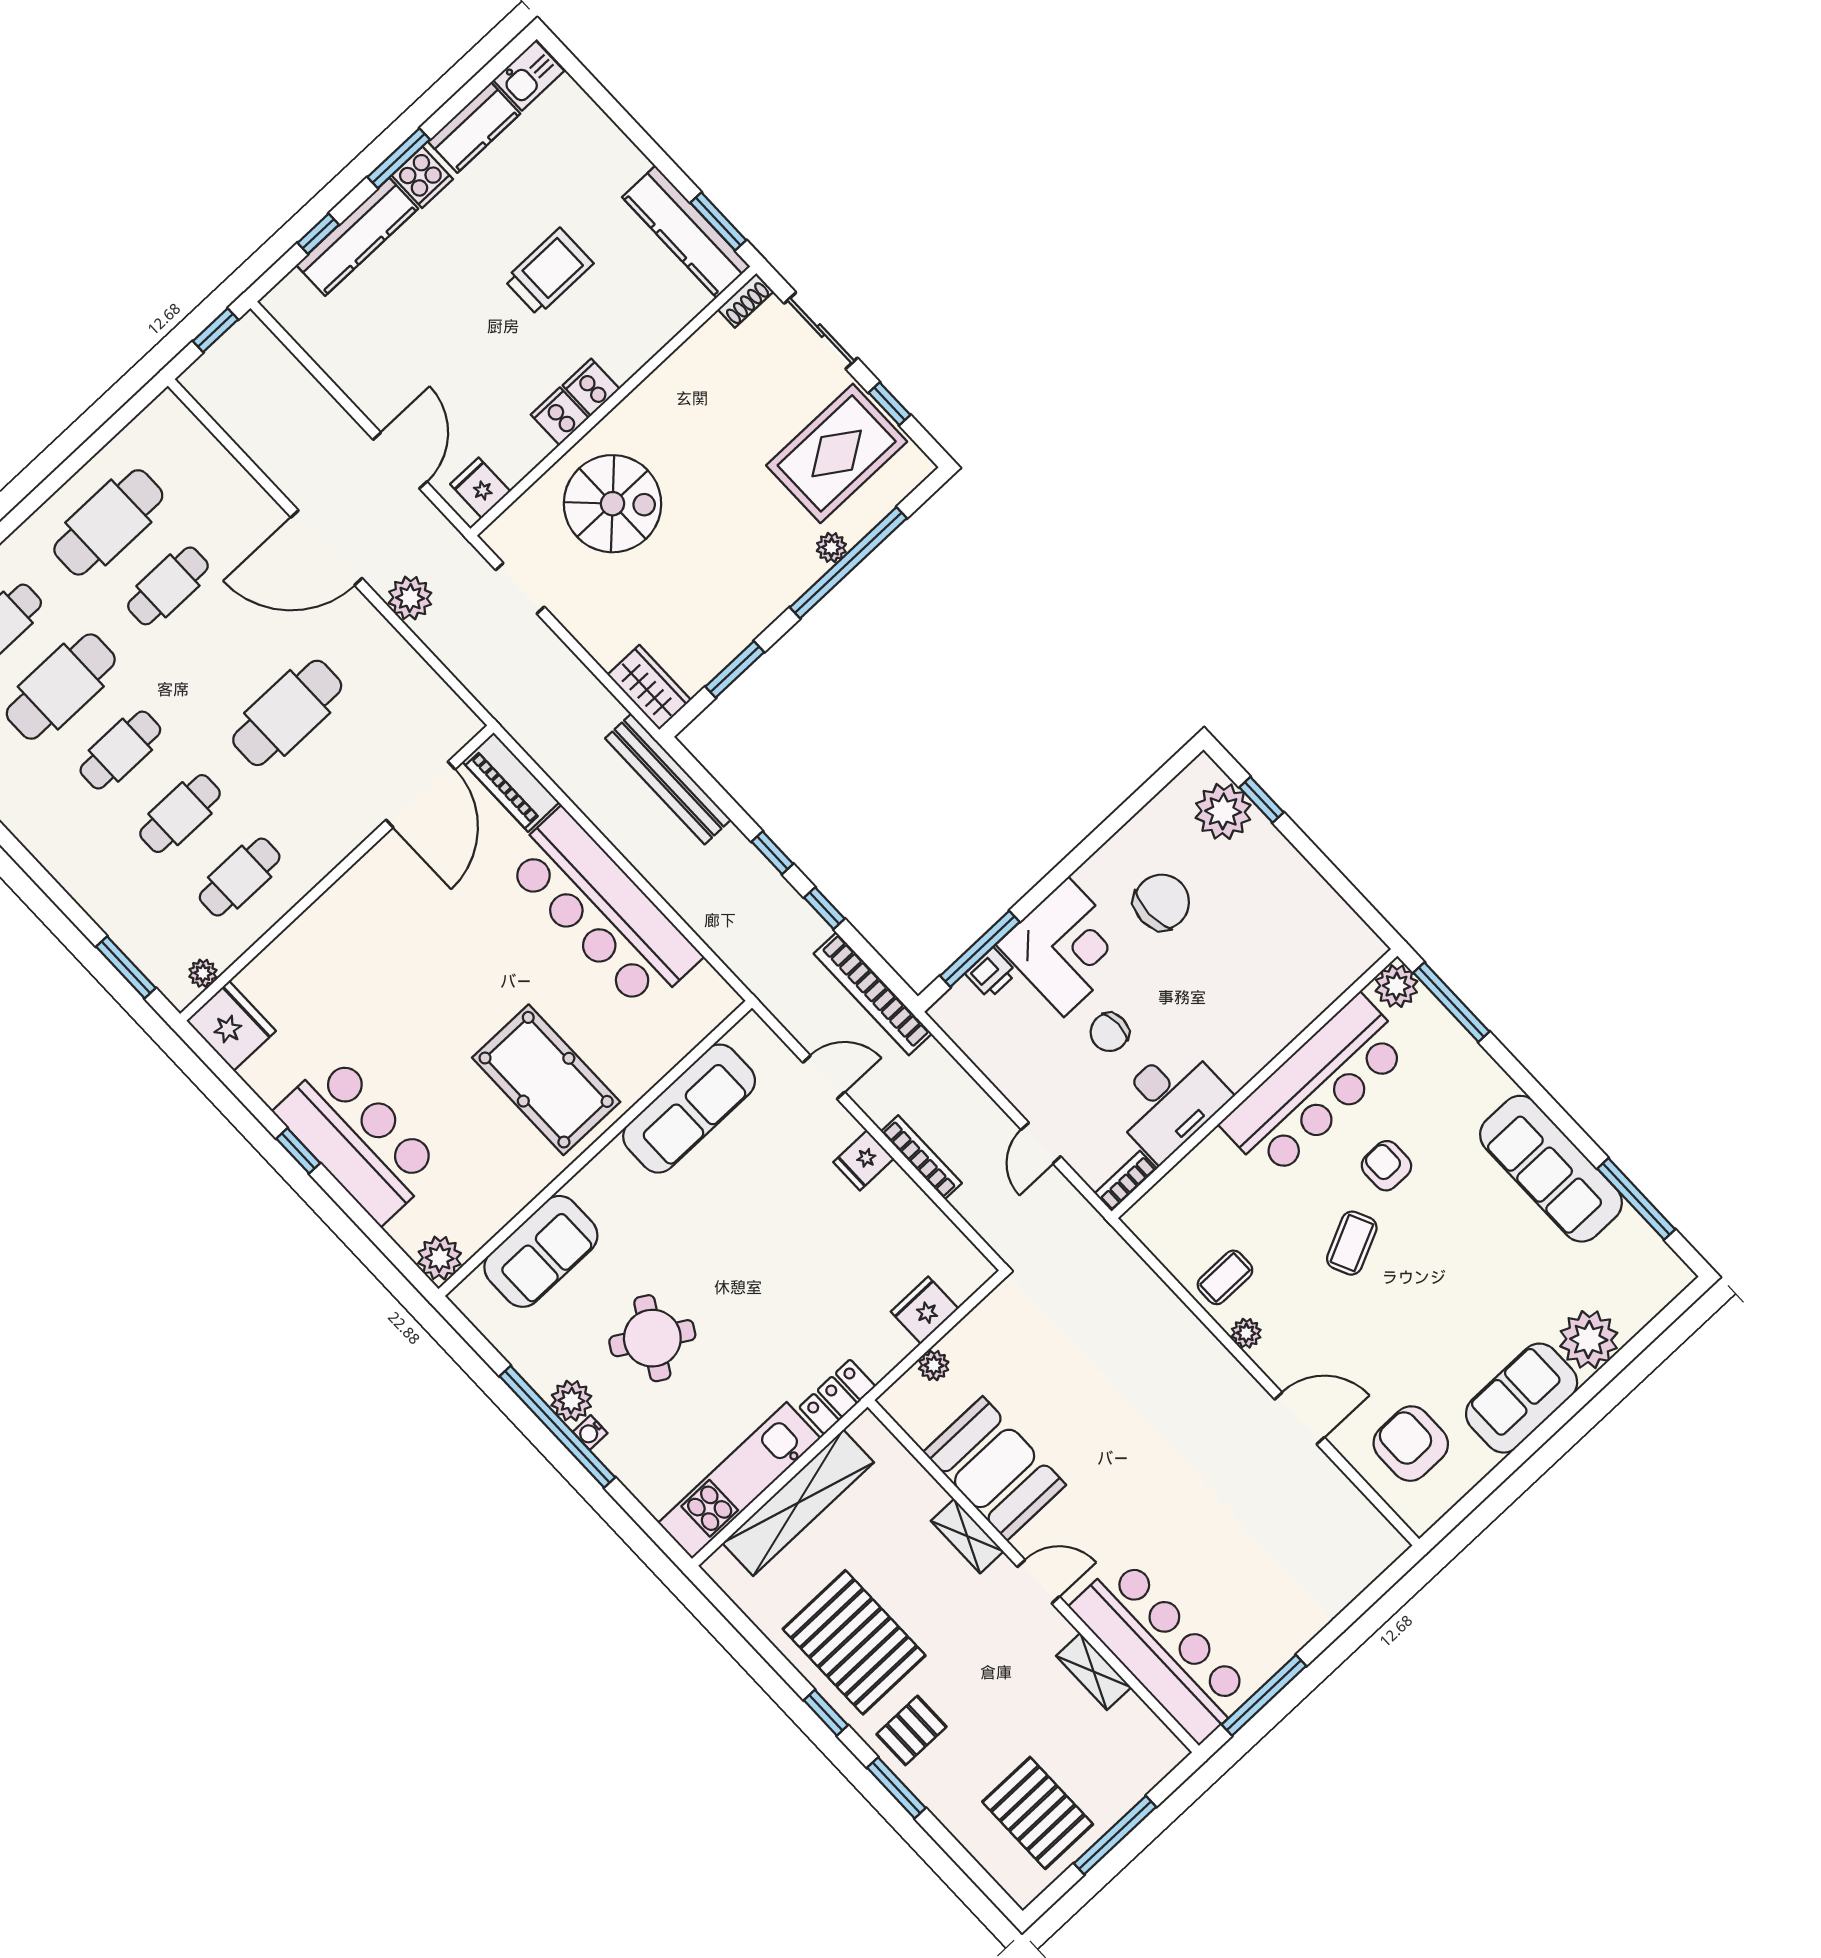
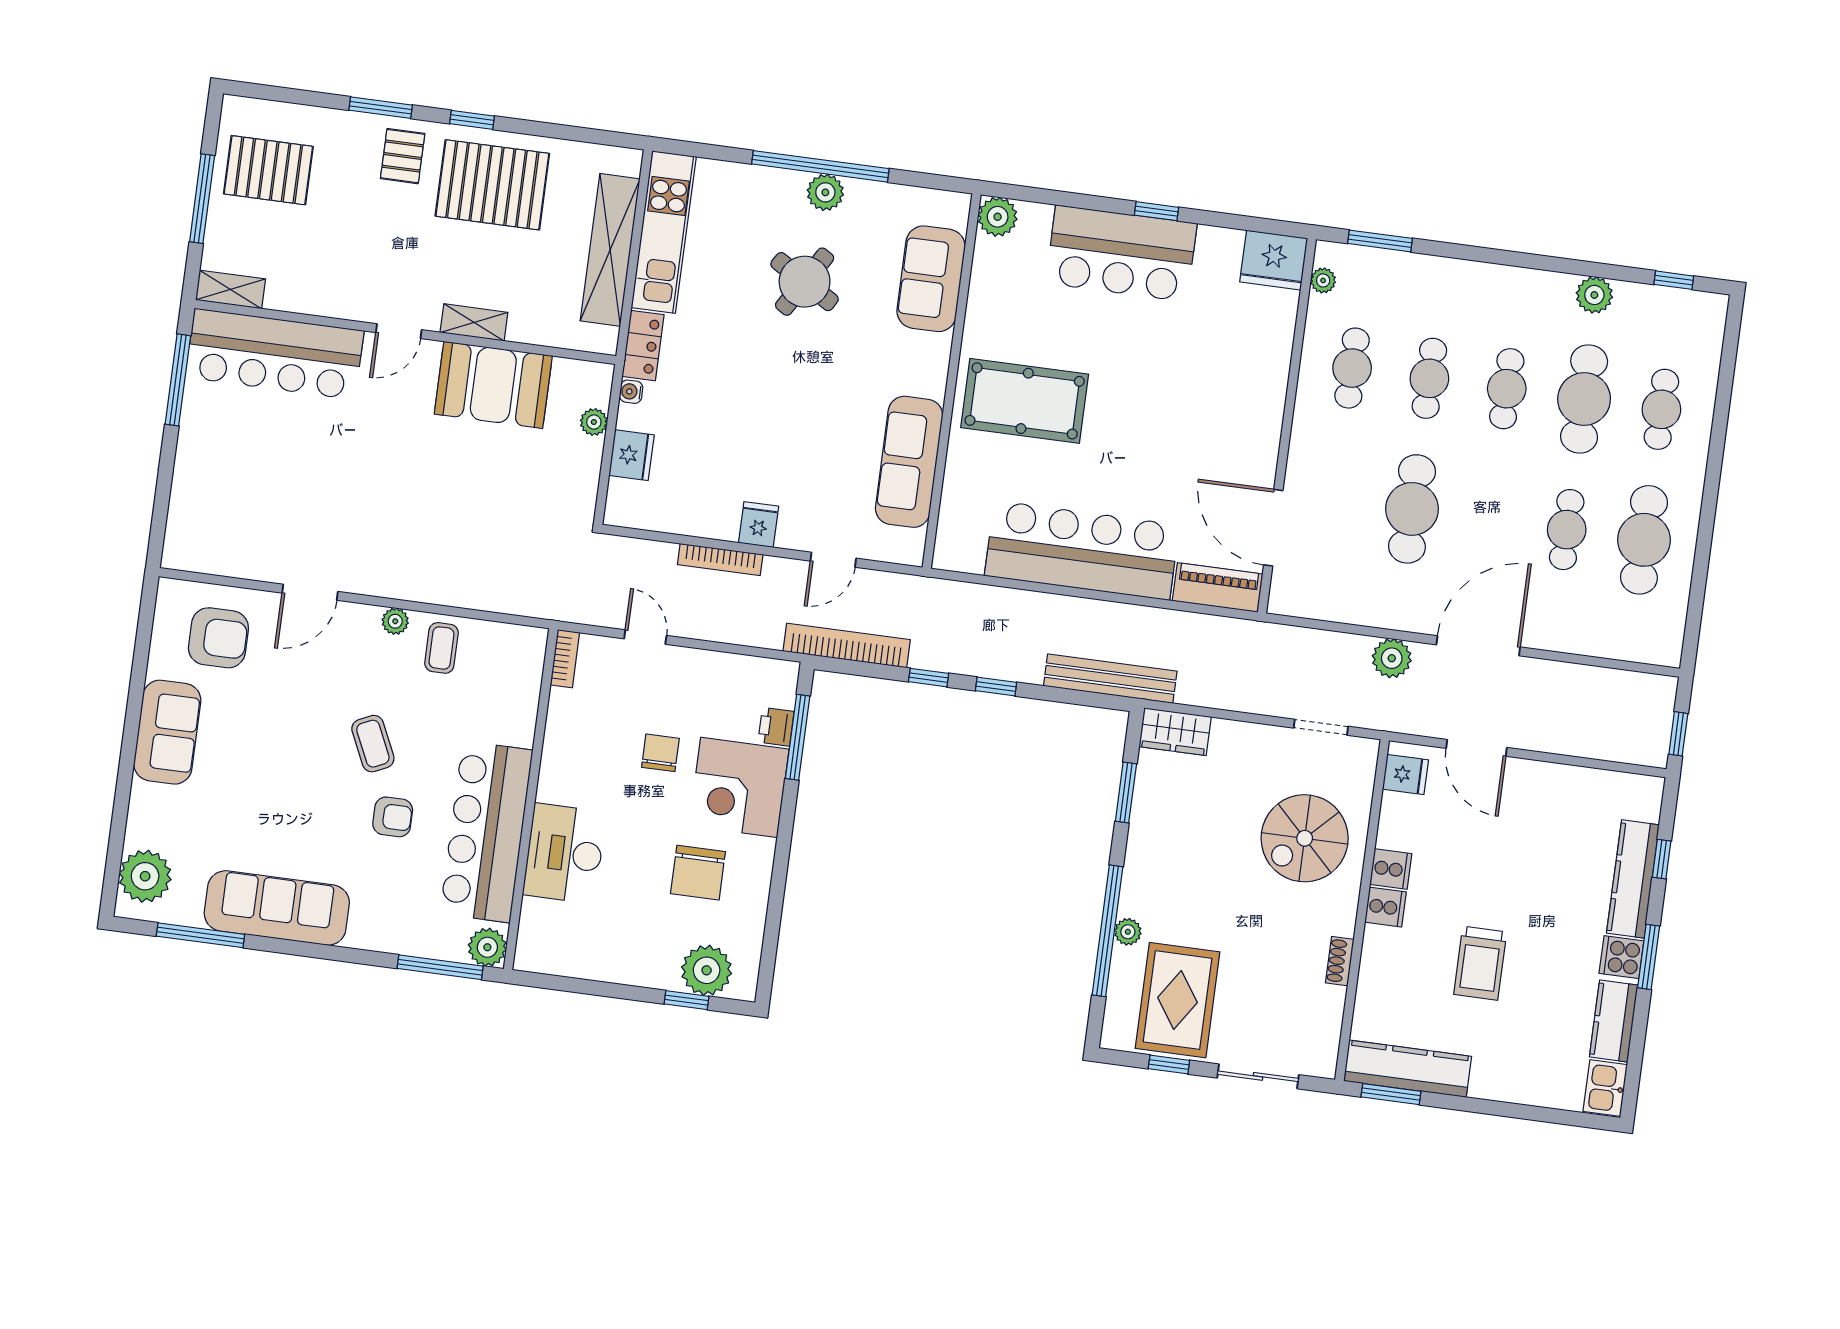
shoe rack: (745, 301) -> (1340, 961), moved
desk: (1169, 1101) -> (564, 853), moved
plant: (1589, 1340) -> (145, 876), moved
water cooler: (590, 1432) -> (631, 392), moved, turned -90
shelving: (1094, 1672) -> (231, 289), moved

